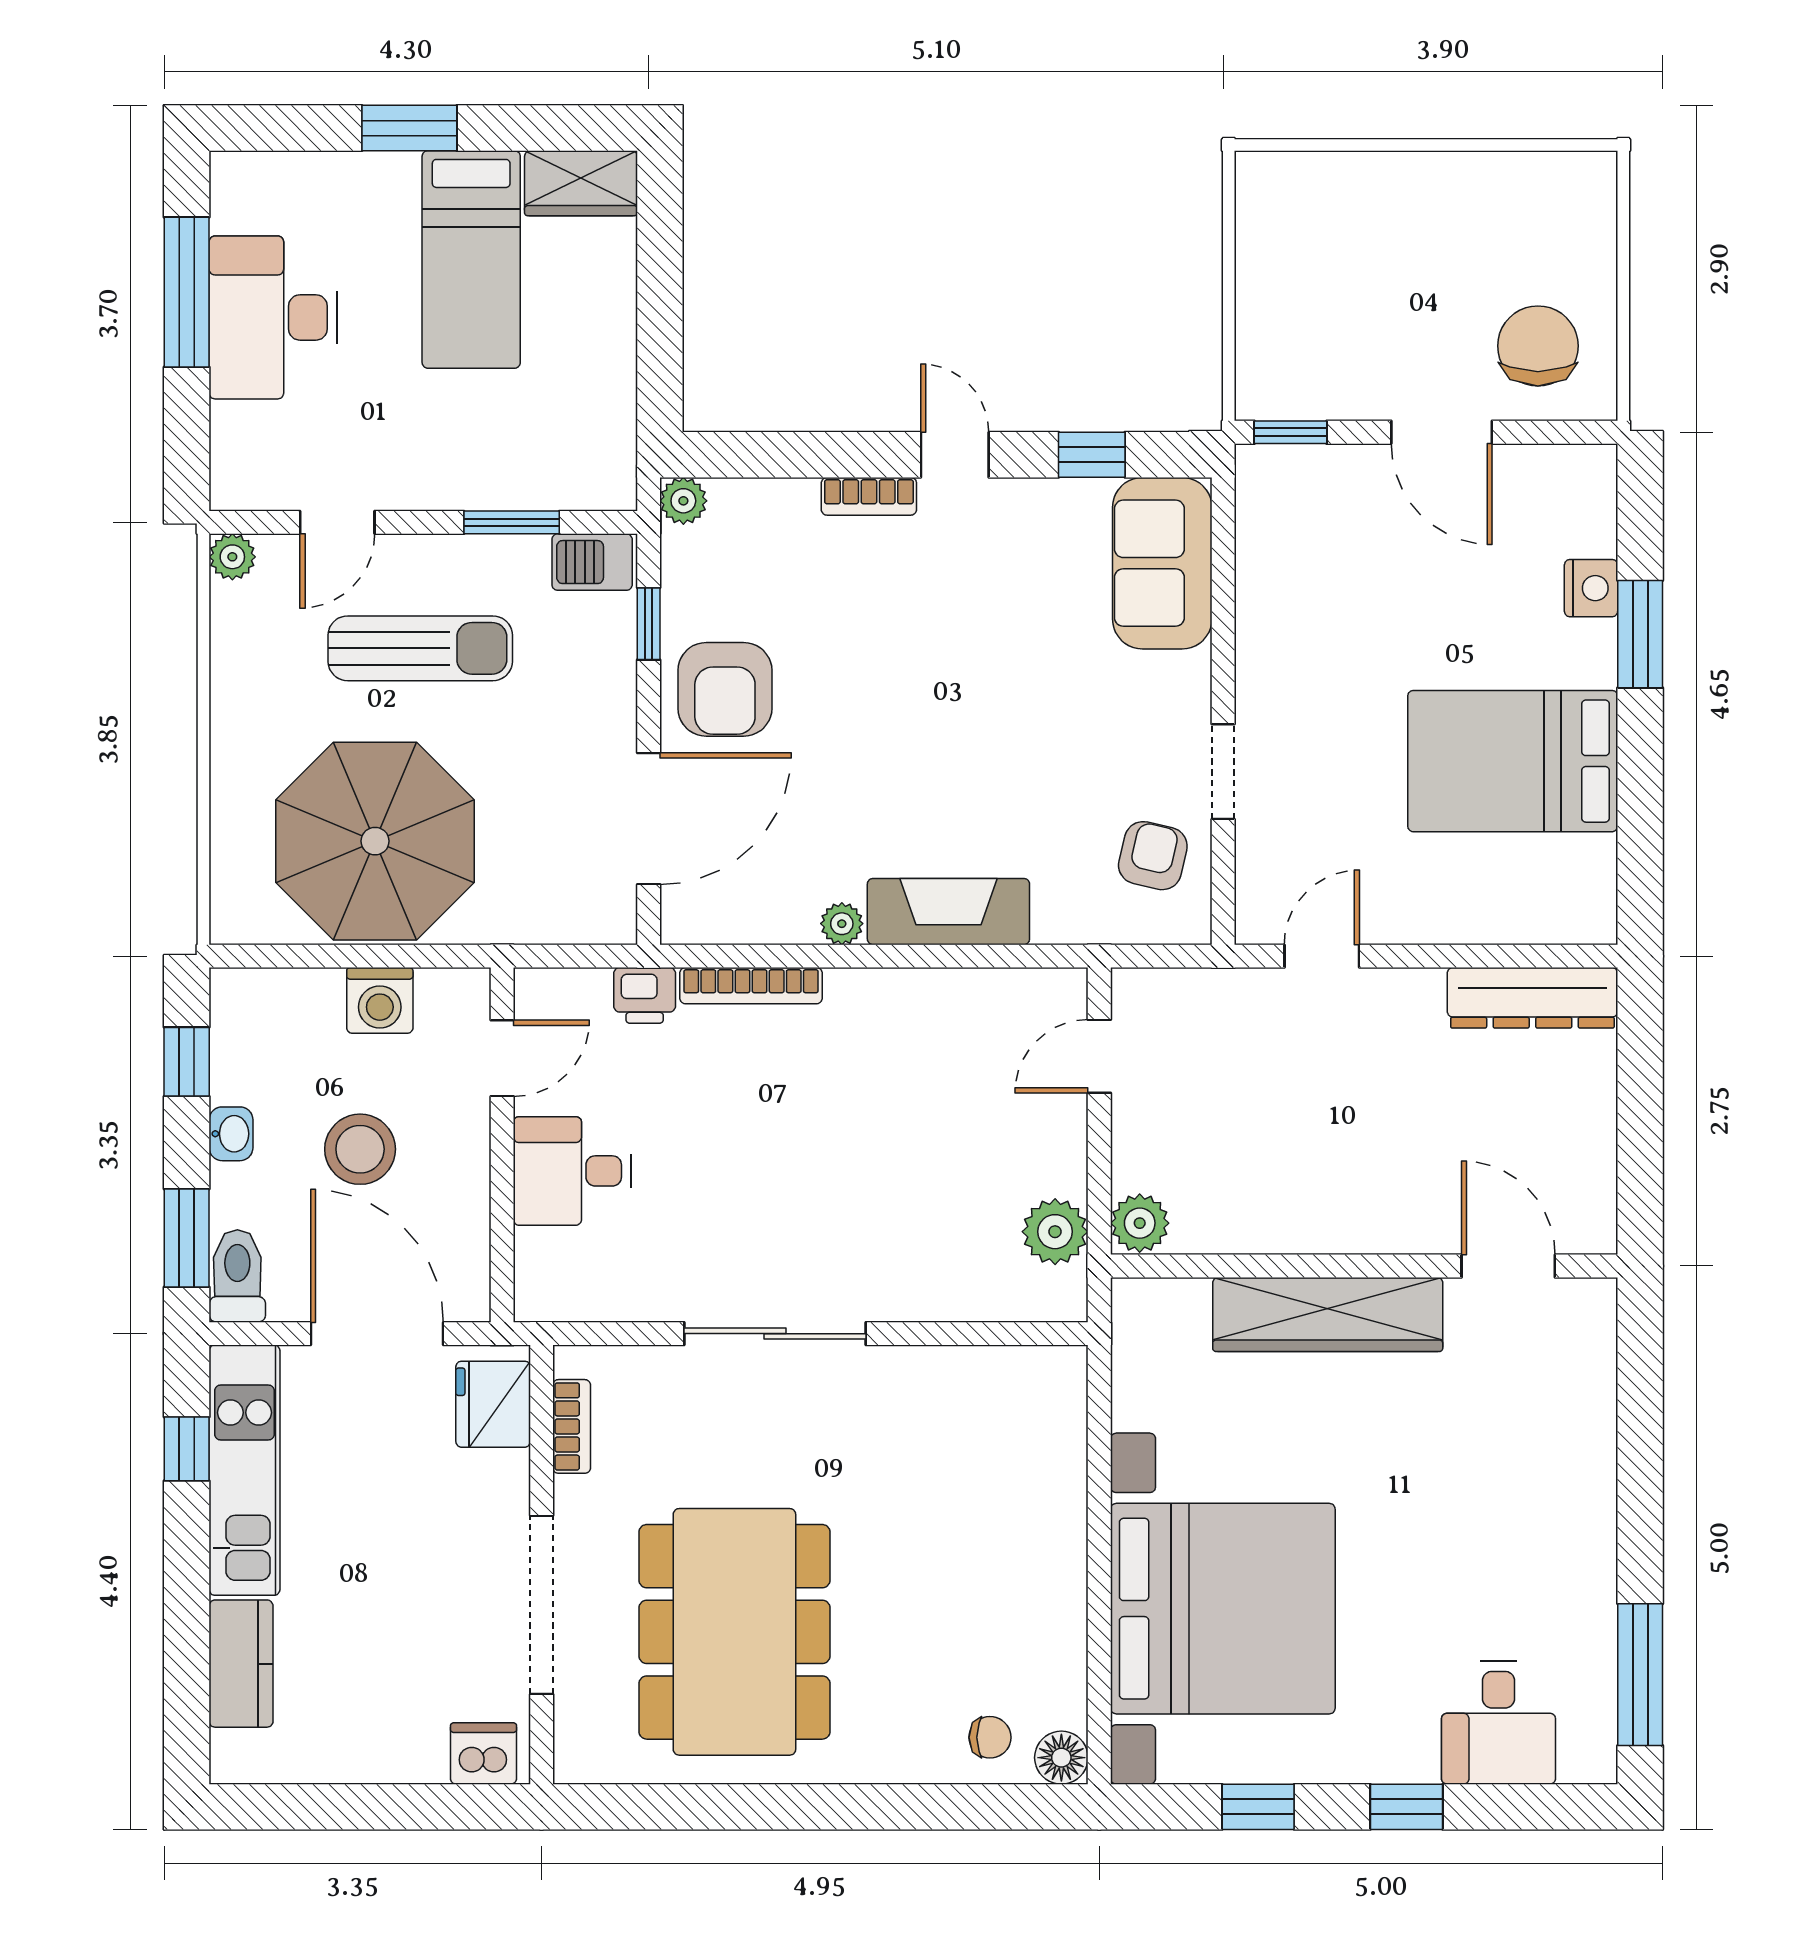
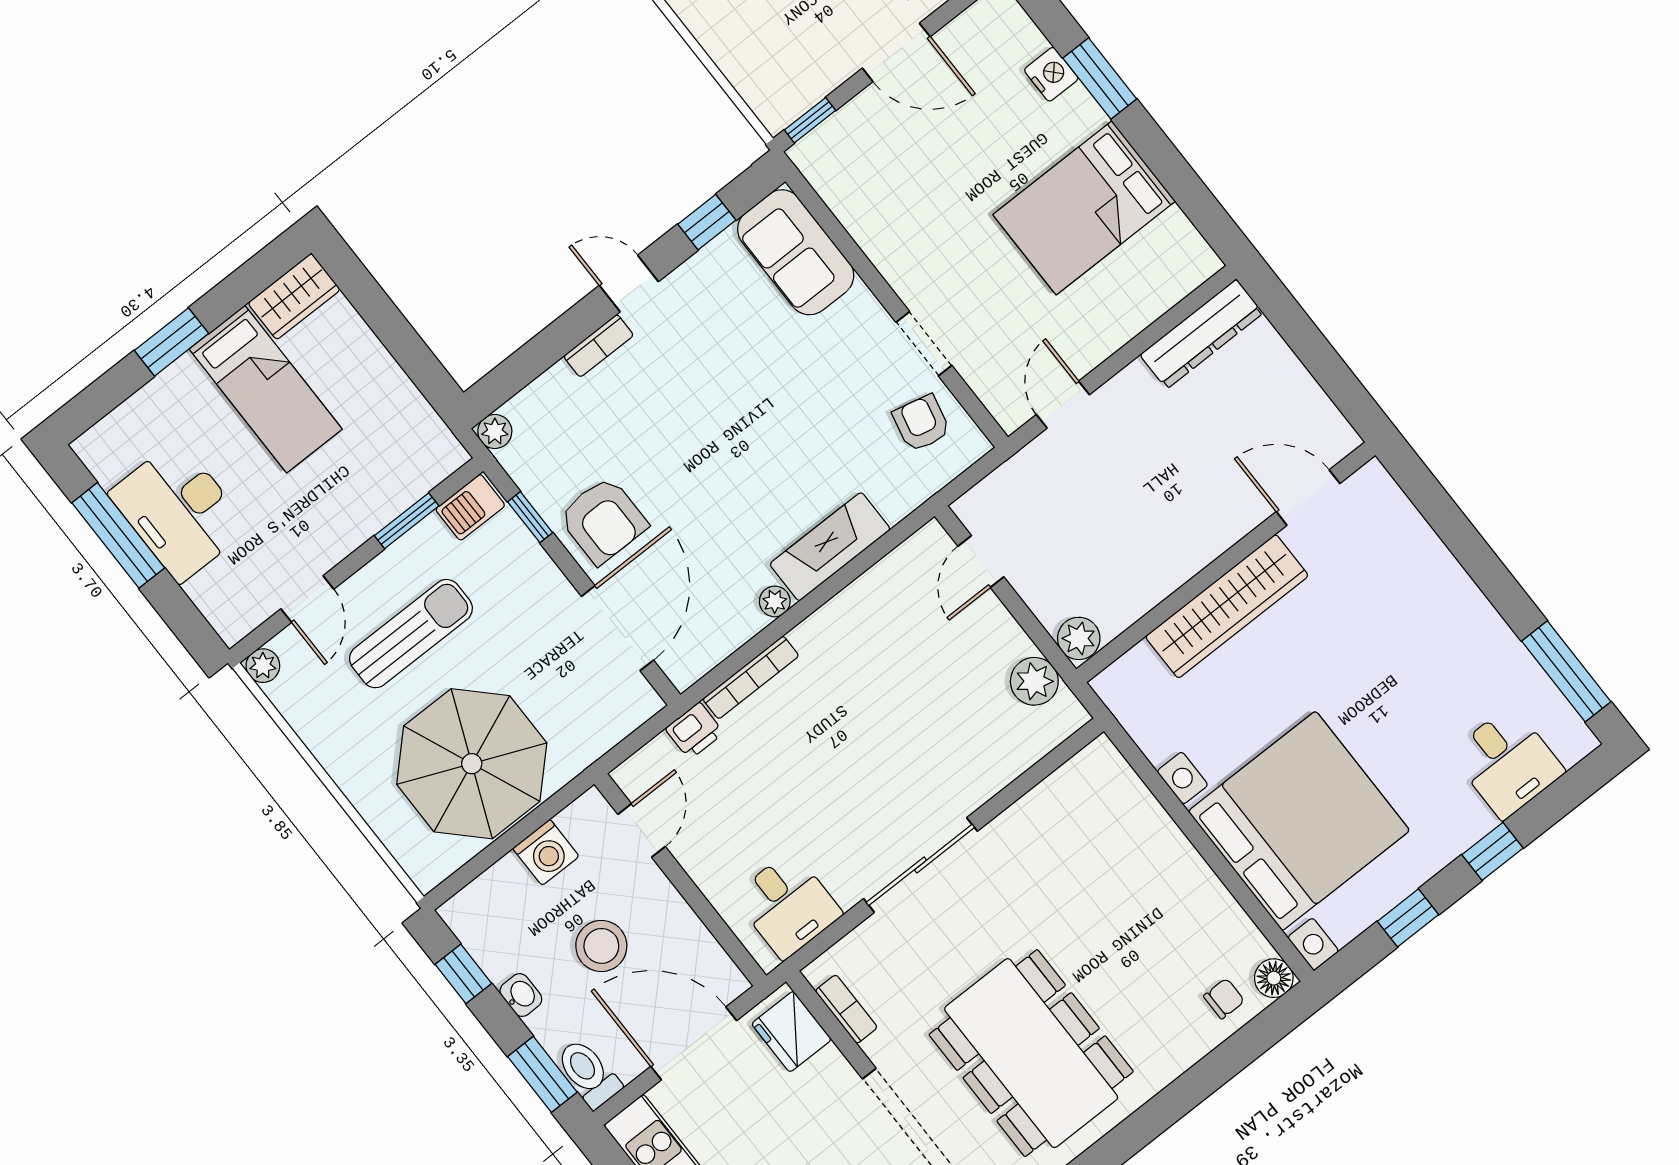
desk: (572, 1171) -> (788, 905), moved, turned -90

